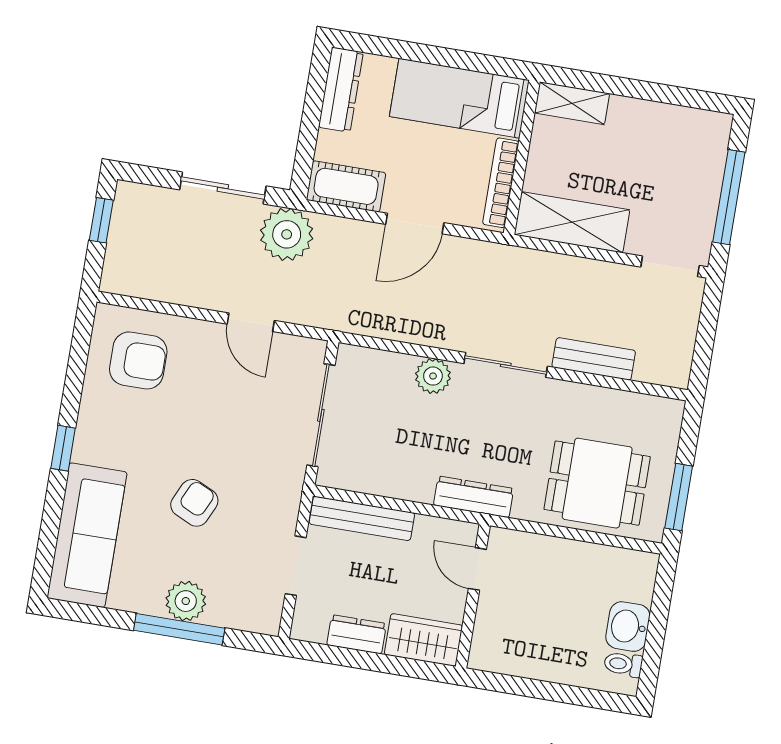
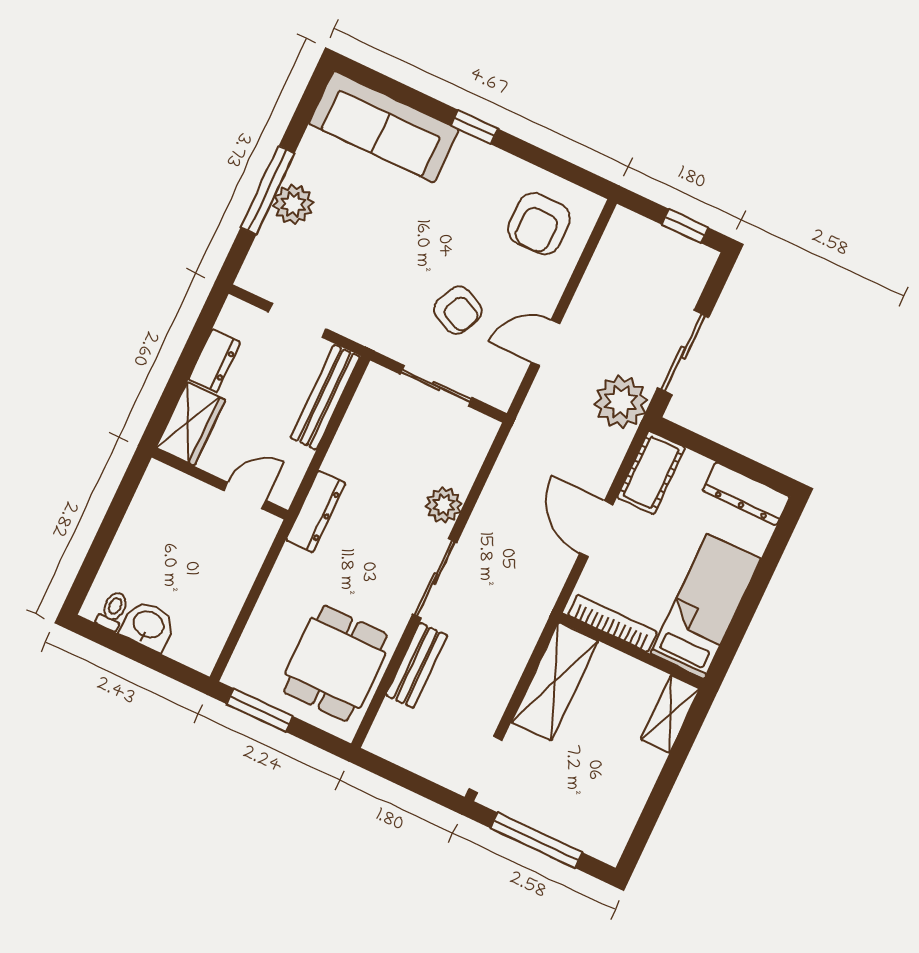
sliding door: (321, 415) -> (436, 386), width x0.73
dining table: (597, 483) -> (335, 663), moved
armchair: (194, 503) -> (458, 310), moved

